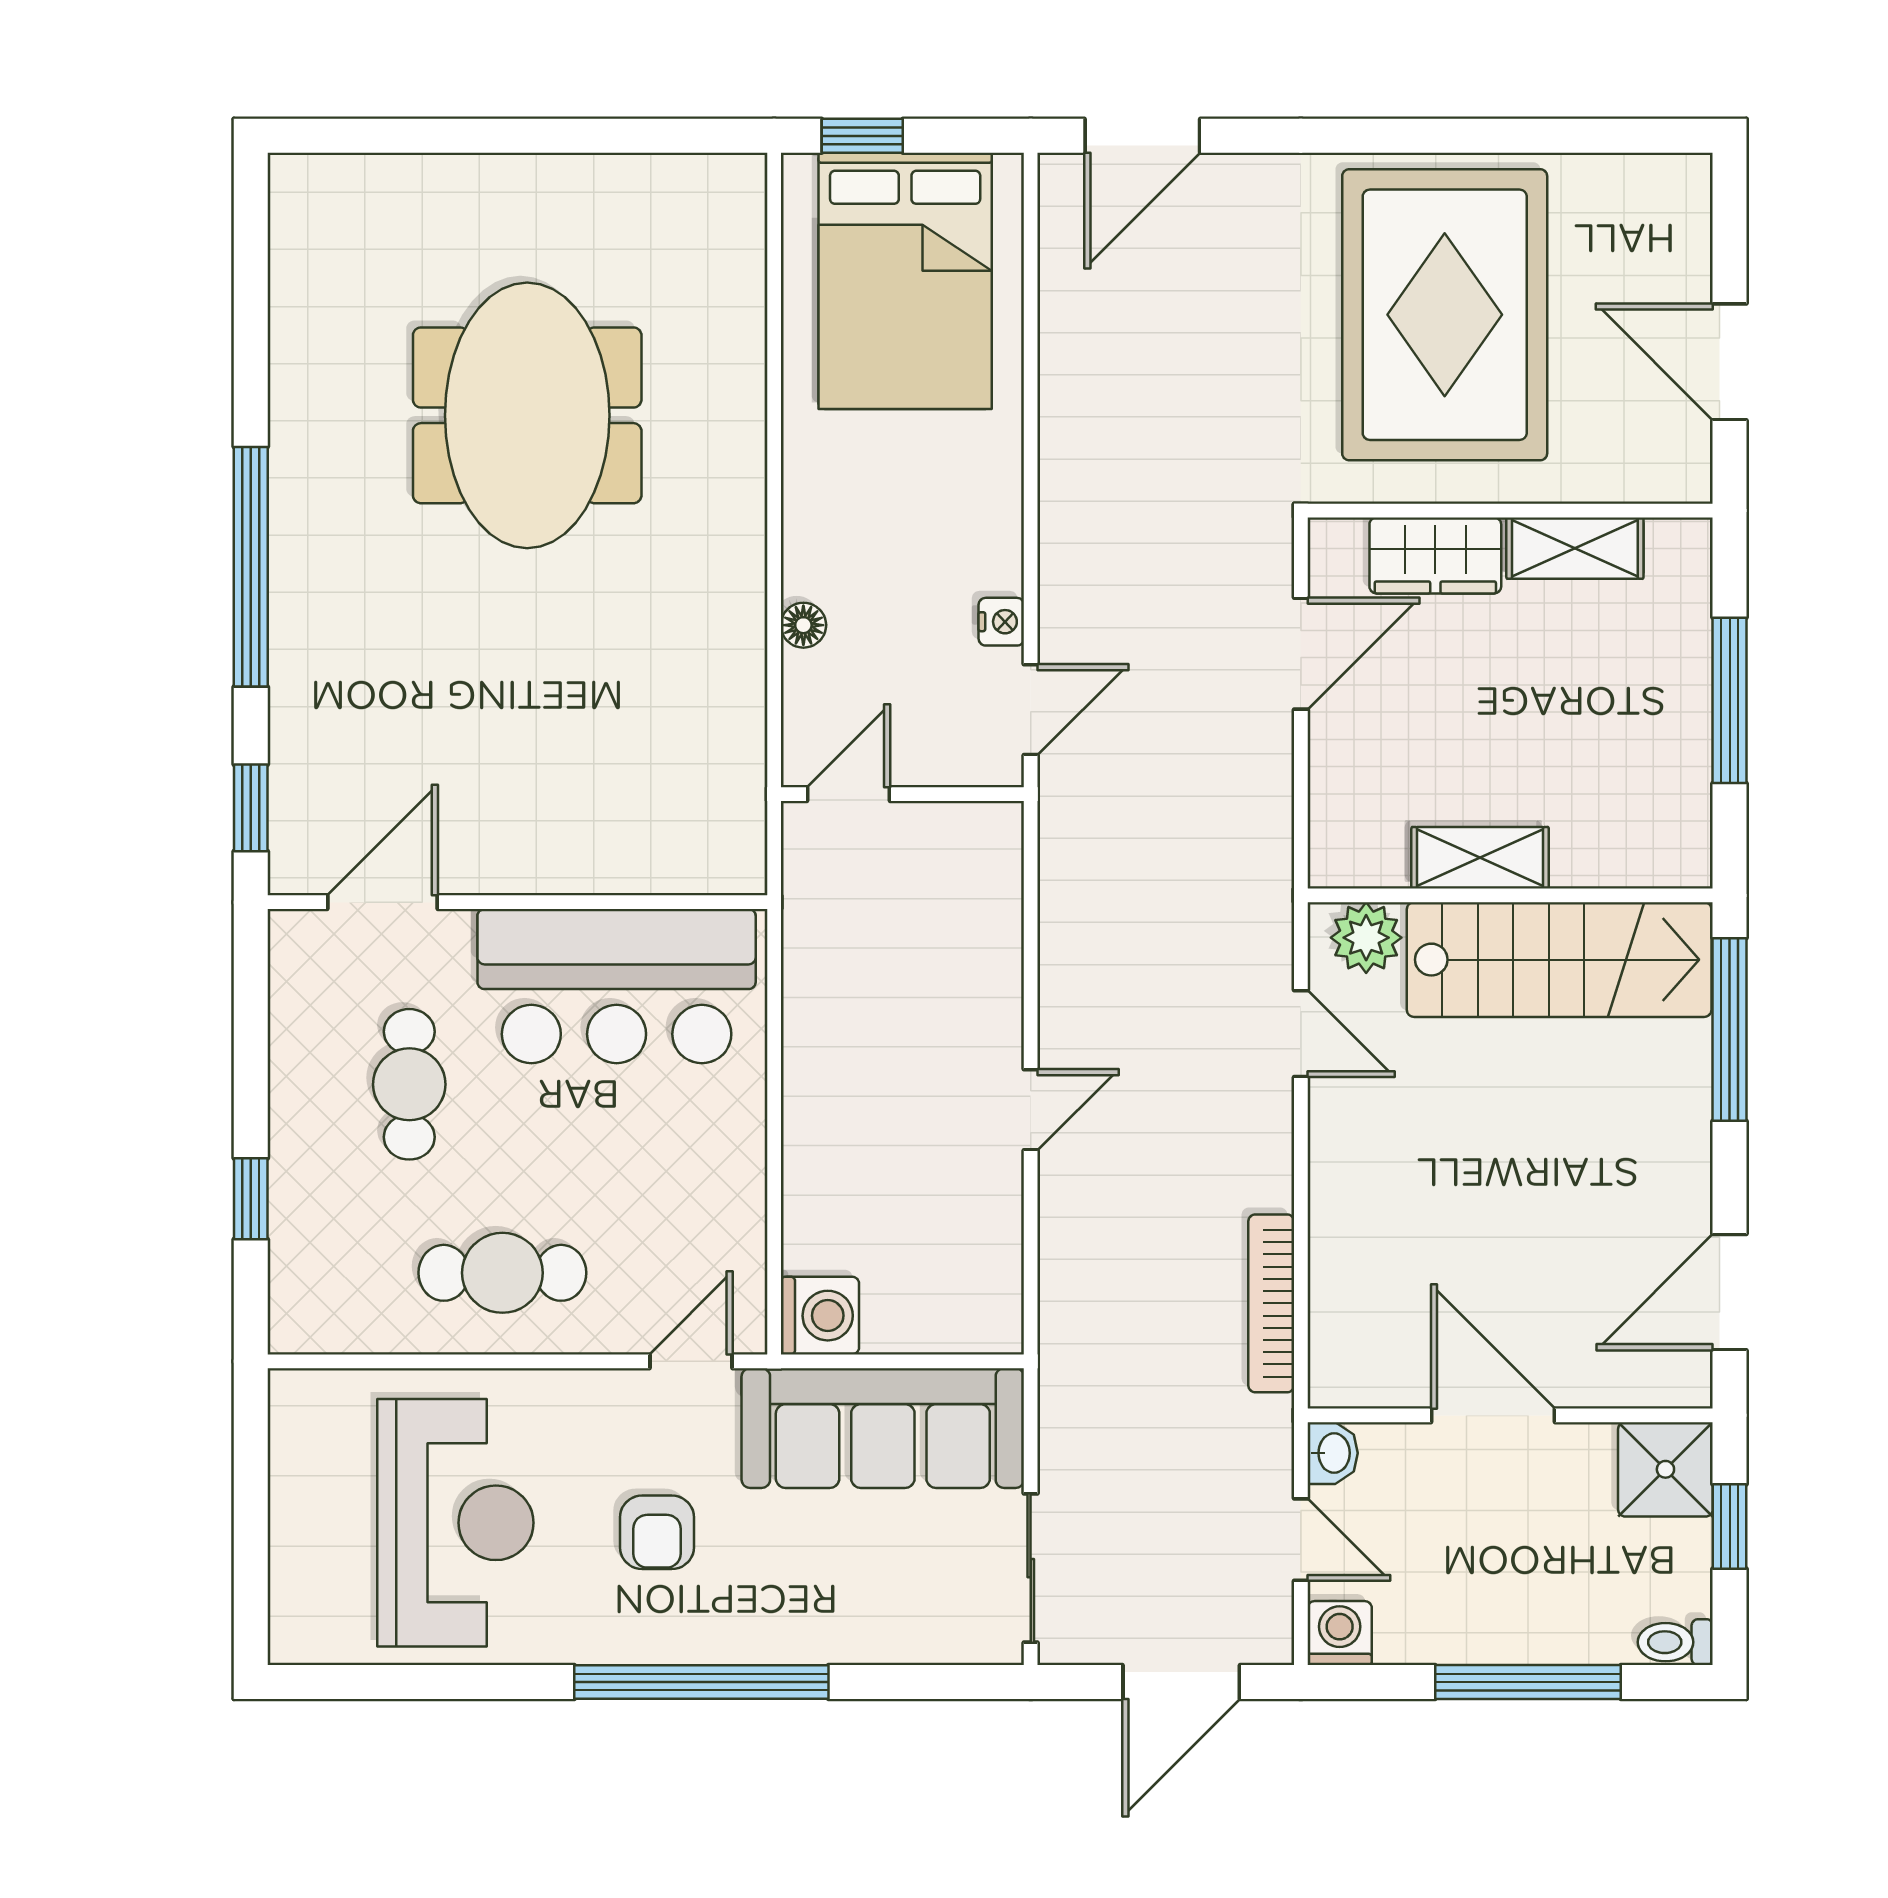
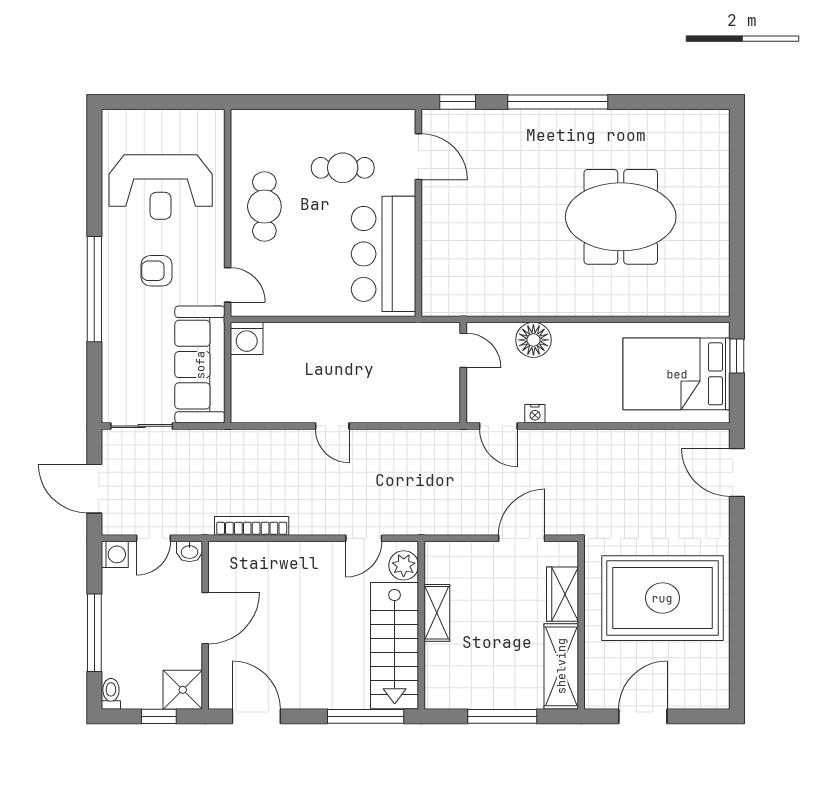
shelving: (1575, 548) -> (561, 666), width x1.50, depth x1.33
floor lamp: (803, 625) -> (533, 340), width x1.89, depth x1.89
door: (1301, 654) -> (522, 538), swing flipped
window: (251, 1199) -> (295, 102), removed

